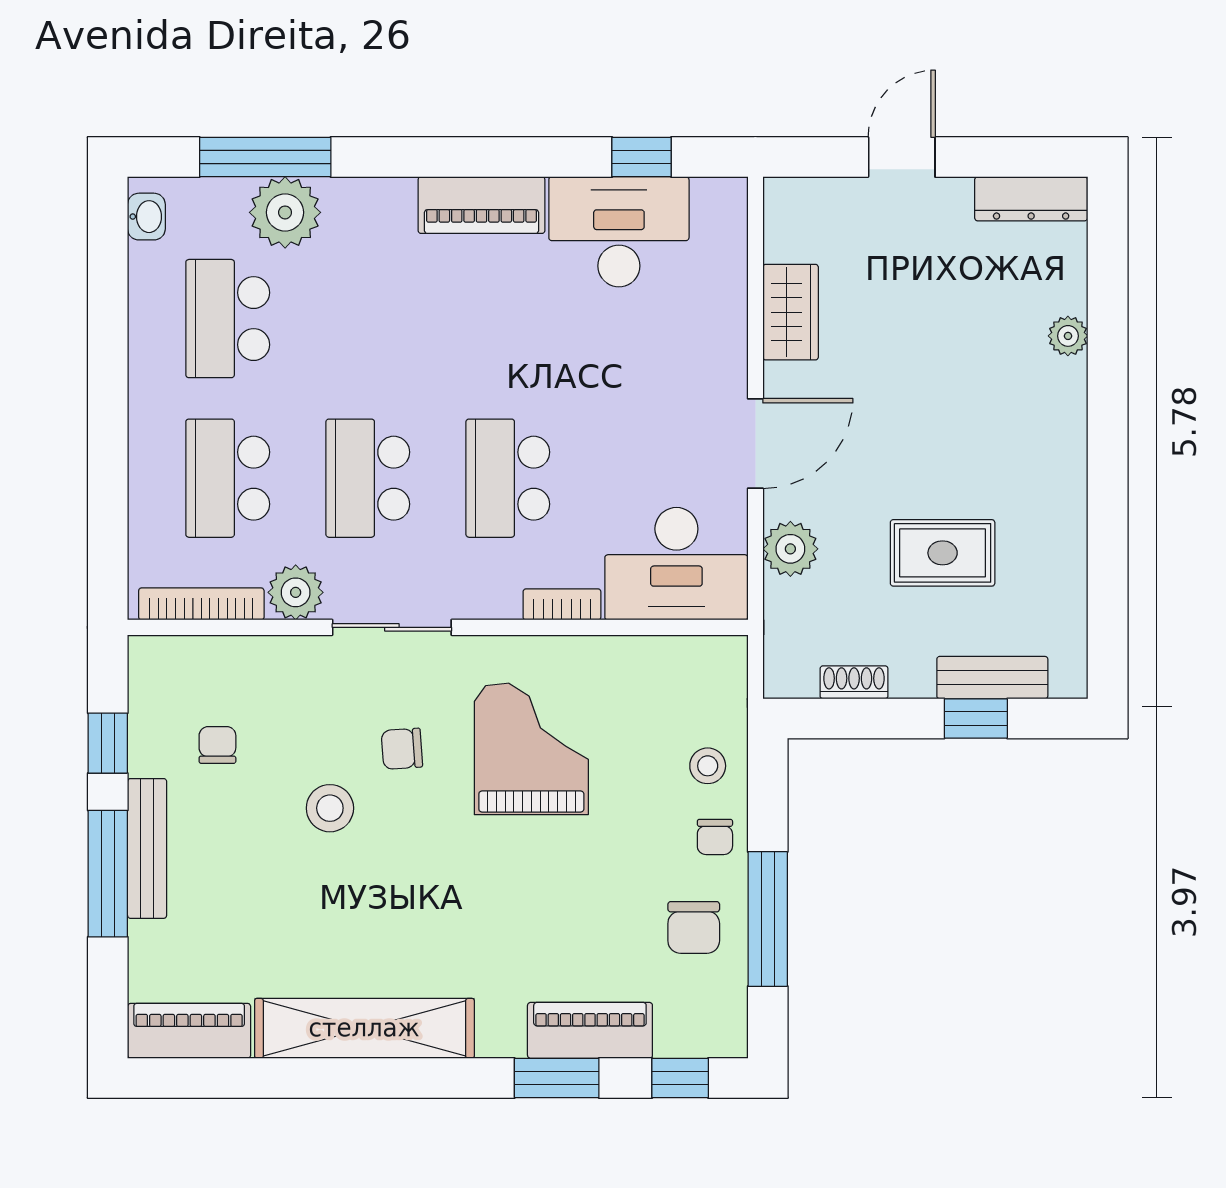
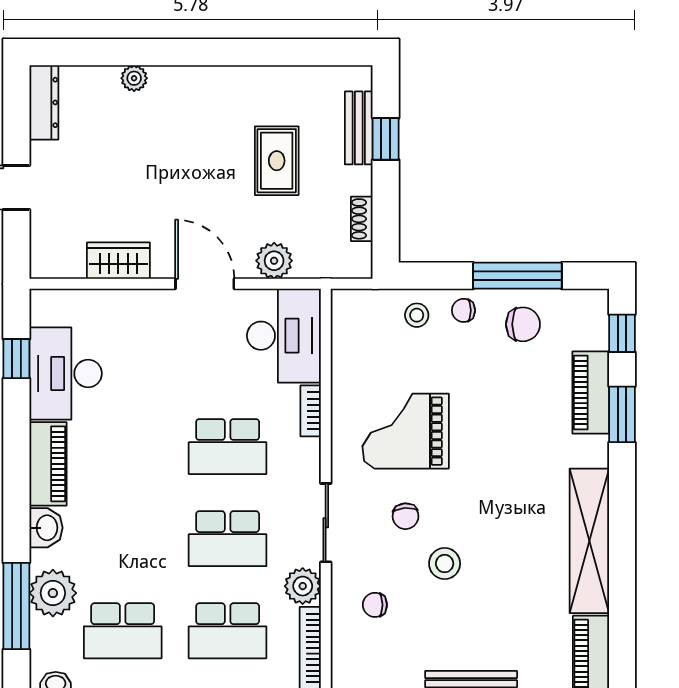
washbasin: (384, 202) -> (46, 528), added
chair: (217, 745) -> (375, 605), moved
chair: (715, 837) -> (463, 310), turned 180

